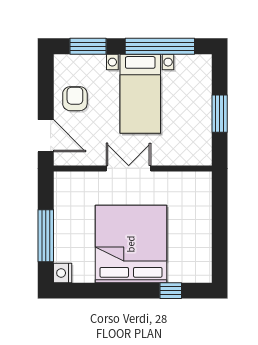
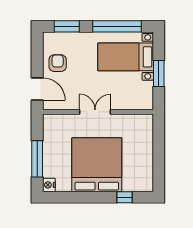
bed with nightstands: (140, 94) -> (126, 57), moved, turned 90

